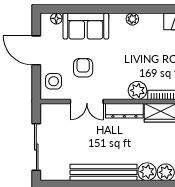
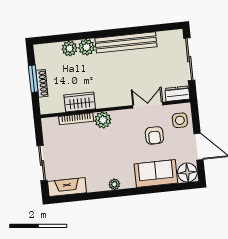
floor lamp: (56, 18) -> (187, 173), width x1.89, depth x1.89
dresser: (124, 111) -> (177, 94), moved, width x0.70

